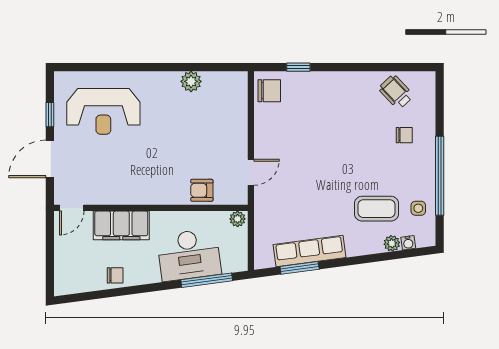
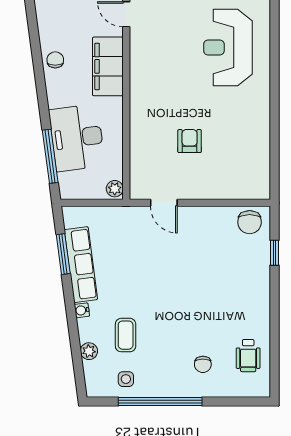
plant: (191, 81) -> (259, 140), removed
wheelchair: (396, 92) -> (248, 356), turned 133
armchair: (202, 190) -> (190, 141), moved
coffee table: (377, 209) -> (126, 335), width x0.73, depth x0.77
water cooler: (408, 243) -> (82, 310), moved
chair: (115, 275) -> (55, 60), turned 180

